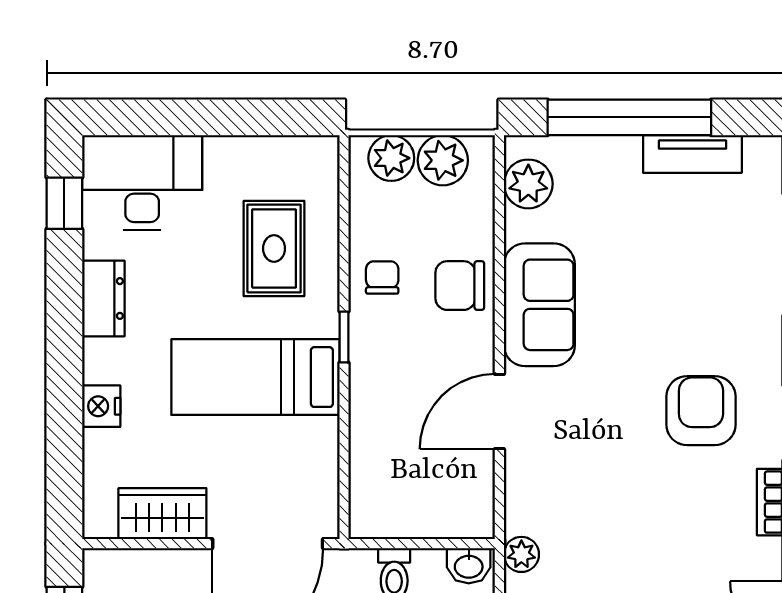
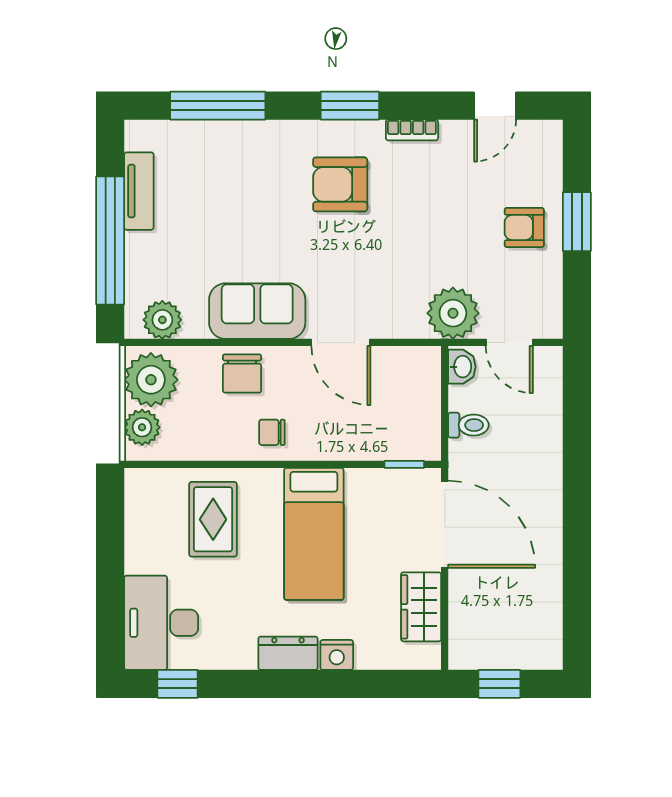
plant: (443, 160) -> (151, 380), width x1.36, depth x1.36
rug: (274, 249) -> (213, 519), turned 90
chair: (382, 278) -> (272, 432), moved
dresser: (103, 298) -> (288, 653), moved
window: (344, 337) -> (404, 464), moved
plant: (521, 554) -> (453, 313), width x1.88, depth x1.88

